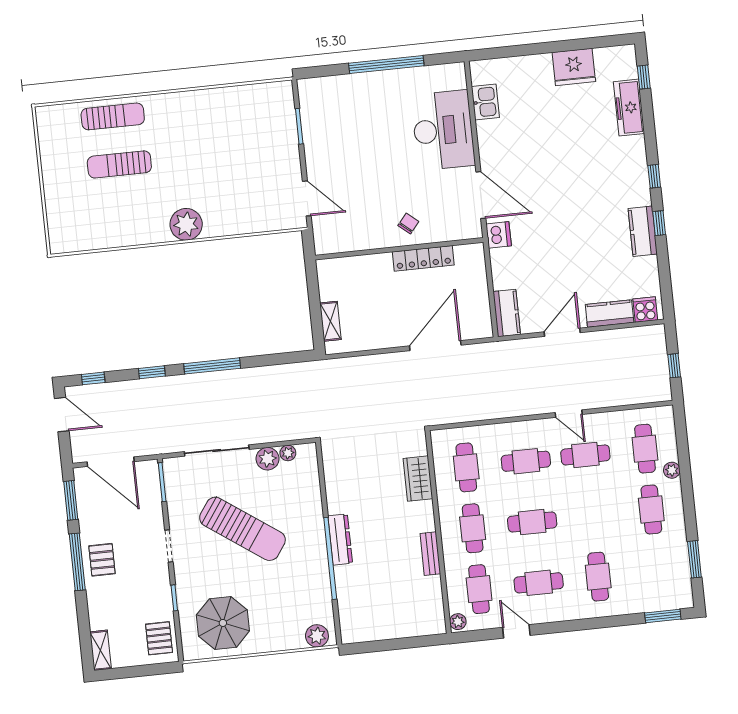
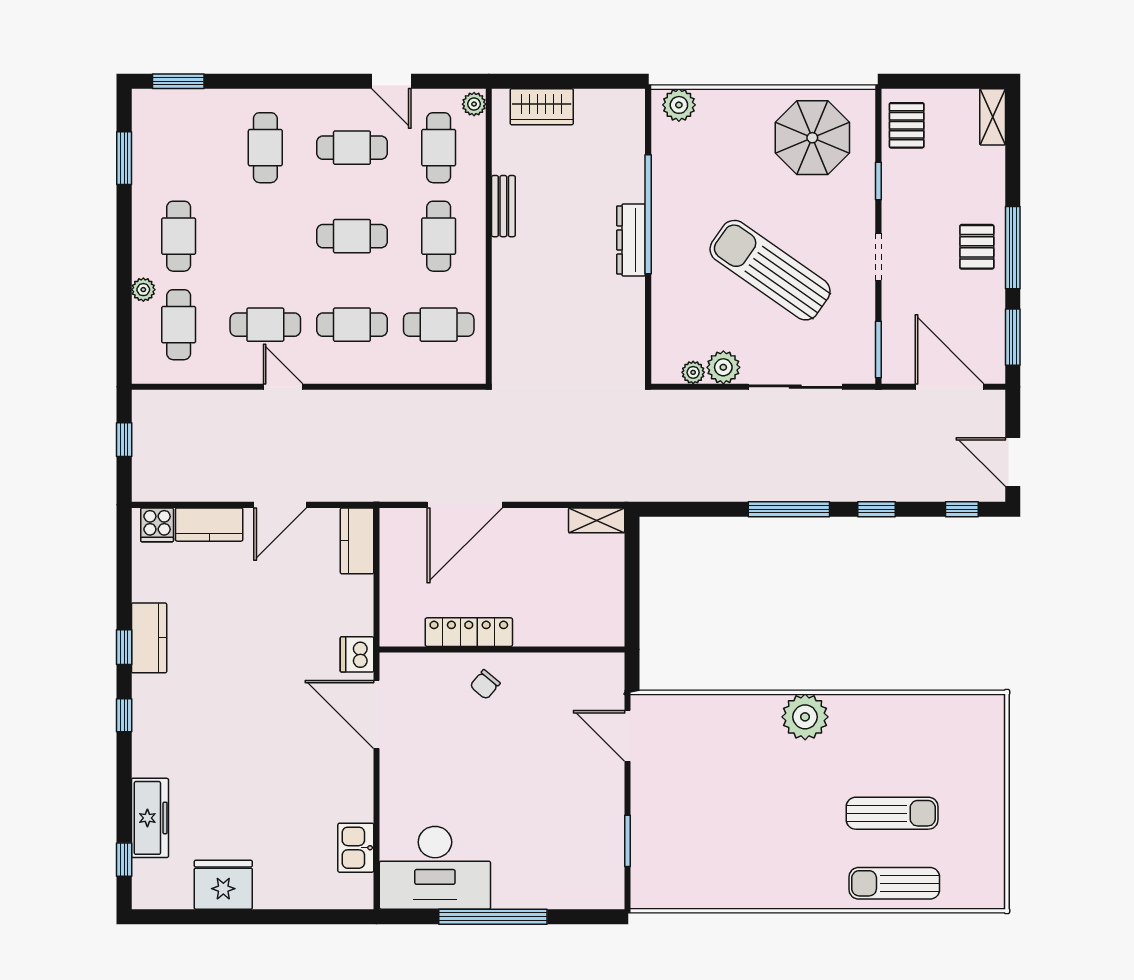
desk: (443, 130) -> (435, 868), moved, turned -90
shelving: (330, 321) -> (597, 520), moved, turned 90
cafe table: (466, 467) -> (439, 325), turned 90
wardrobe: (418, 479) -> (542, 107), moved, turned 90

